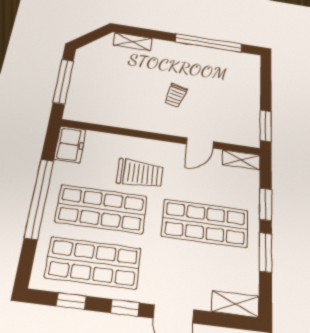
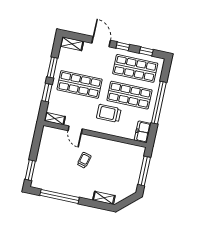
window: (266, 126) -> (30, 170), moved
door: (200, 143) -> (75, 130), swing flipped

